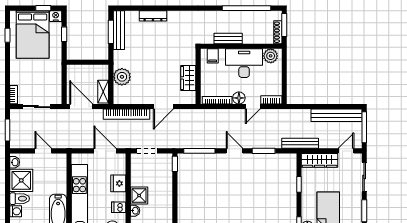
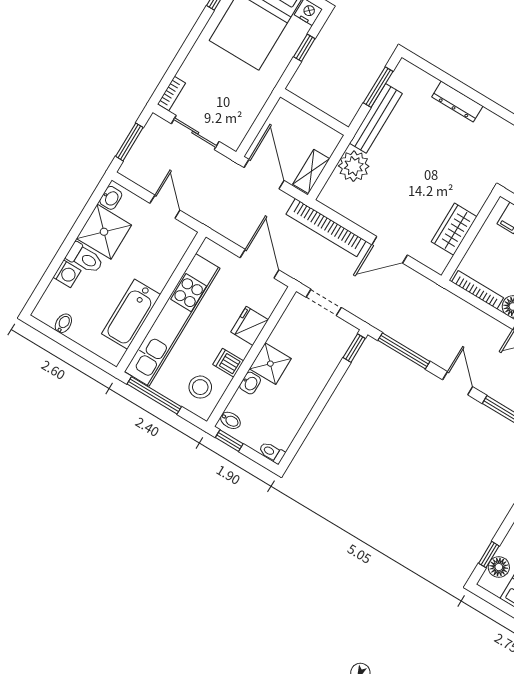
bench: (119, 30) -> (376, 118), moved

